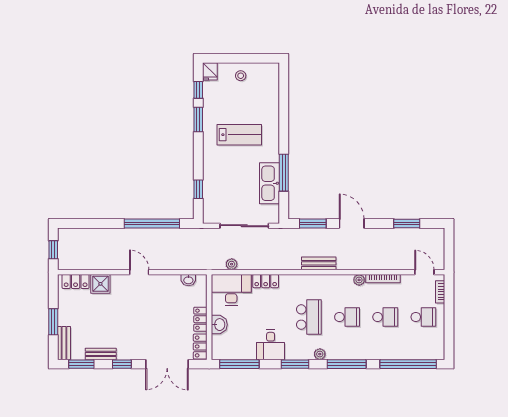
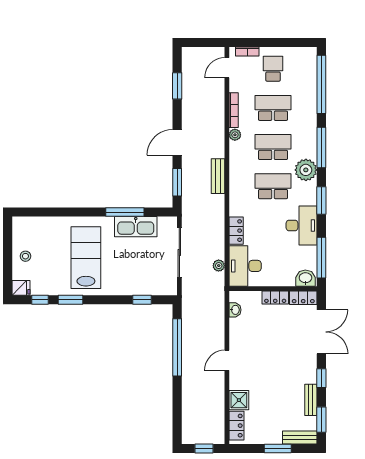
lab bench: (239, 135) -> (86, 258), width x1.36, depth x1.39
school desk: (347, 317) -> (273, 147), width x1.85
school desk: (385, 317) -> (273, 108), width x1.85
washbasin: (219, 325) -> (305, 278), moved
desk: (271, 345) -> (302, 225), width x1.37
plant: (320, 354) -> (306, 170), width x1.88, depth x1.88

